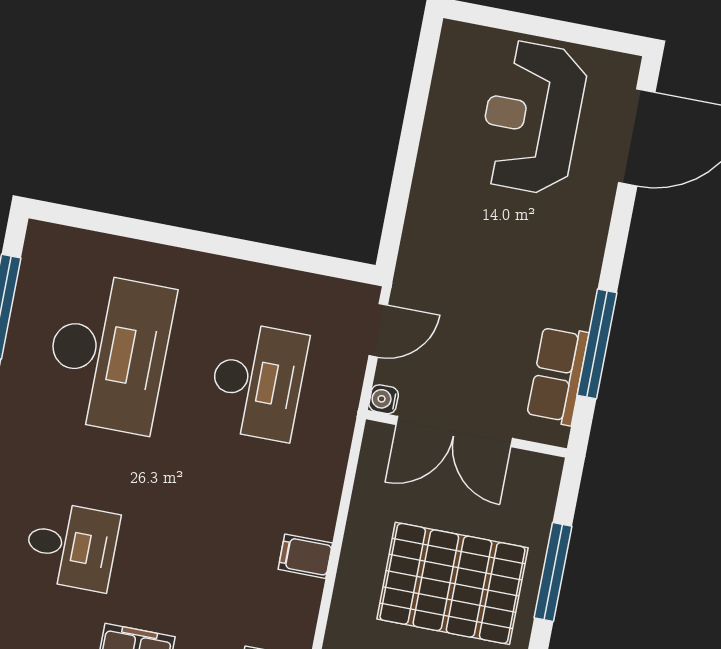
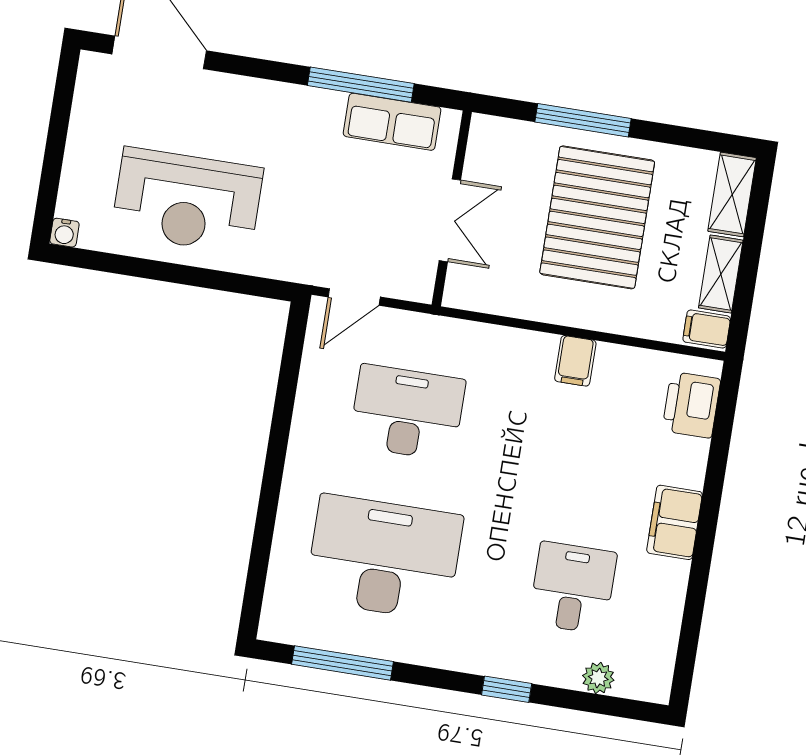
reception desk: (532, 117) -> (187, 201), moved
door: (378, 330) -> (354, 297), swing flipped
water cooler: (384, 399) -> (64, 233), moved
double door: (454, 431) -> (450, 220), width x0.73

